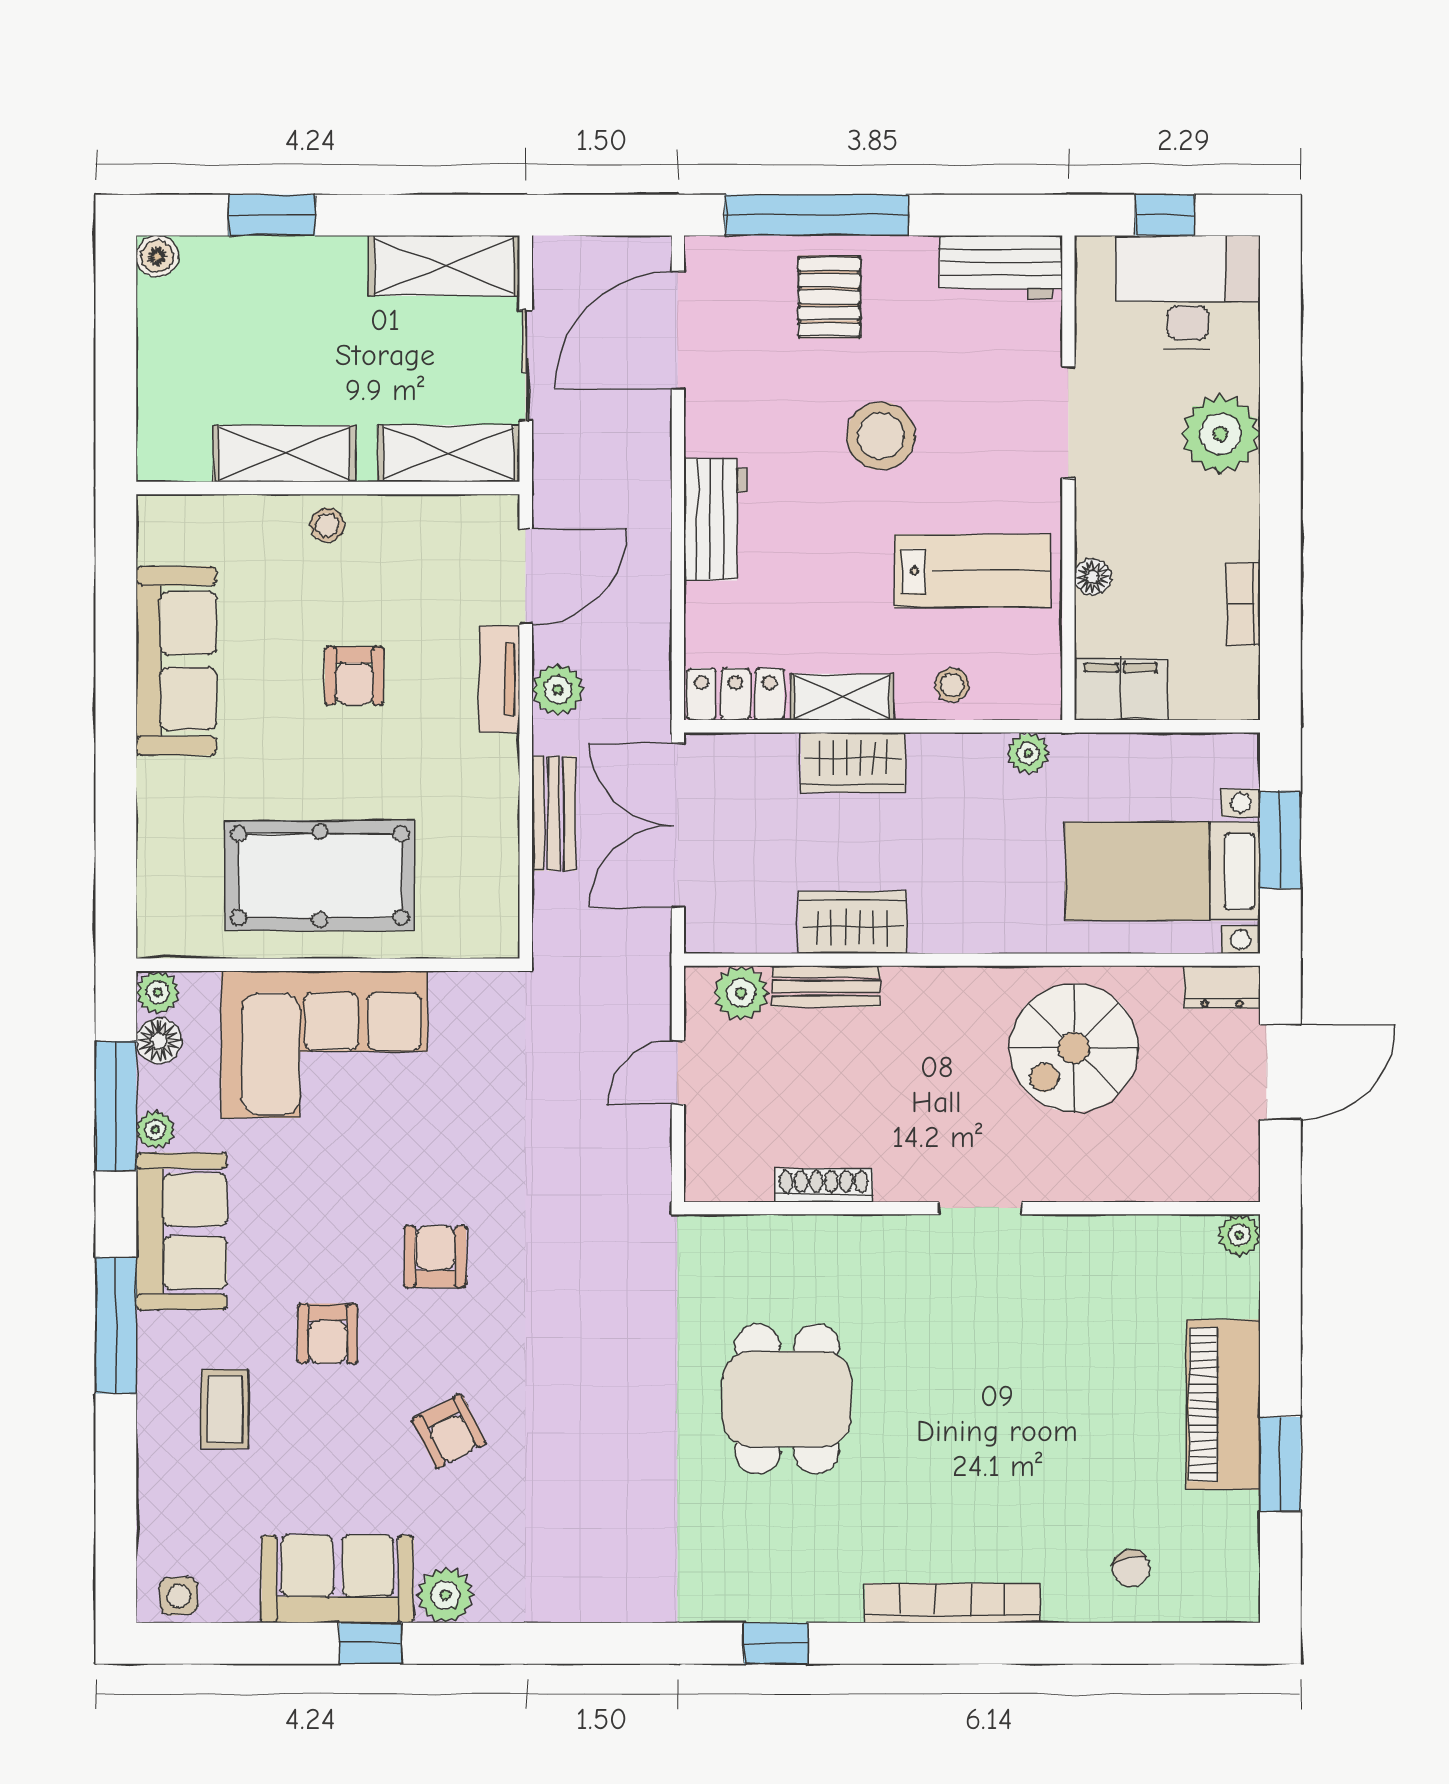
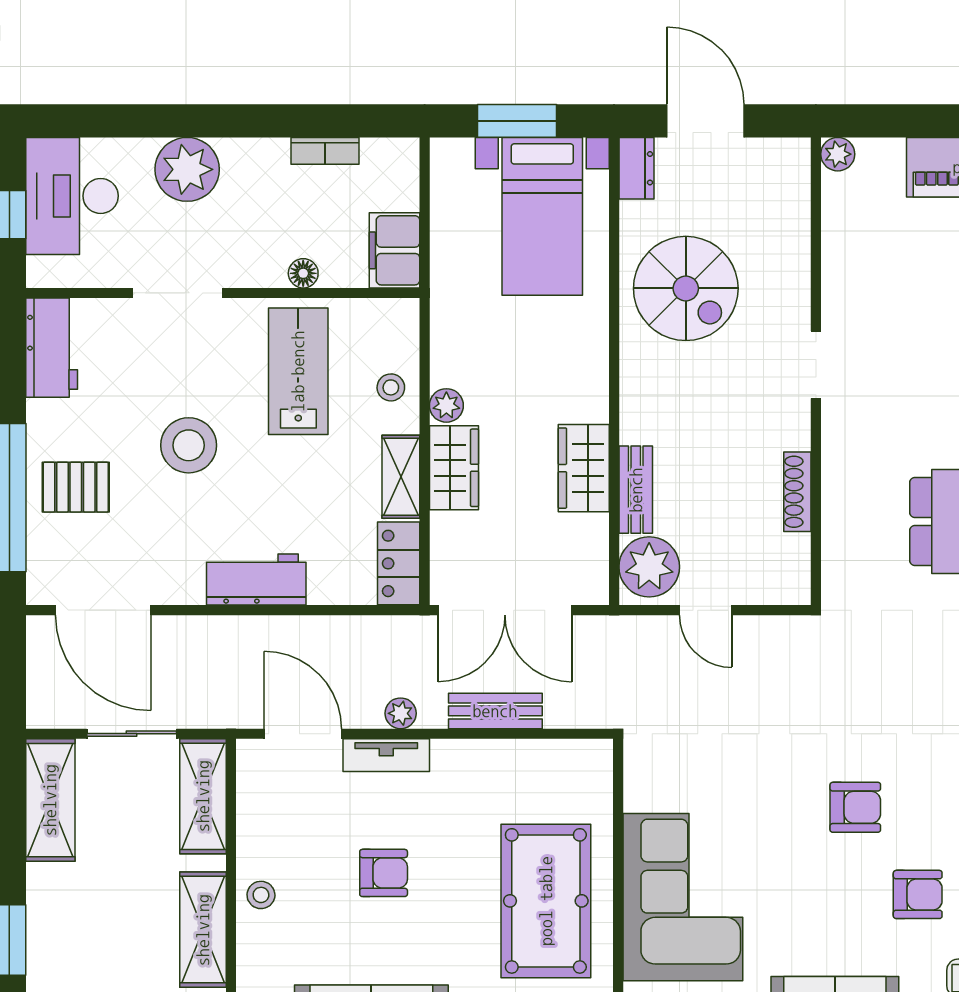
plant: (558, 690) -> (401, 713), width x0.73, depth x0.73
plant: (1028, 753) -> (446, 405), moved
plant: (741, 993) -> (649, 567), width x1.36, depth x1.36
armchair: (435, 1257) -> (855, 807), turned 180

